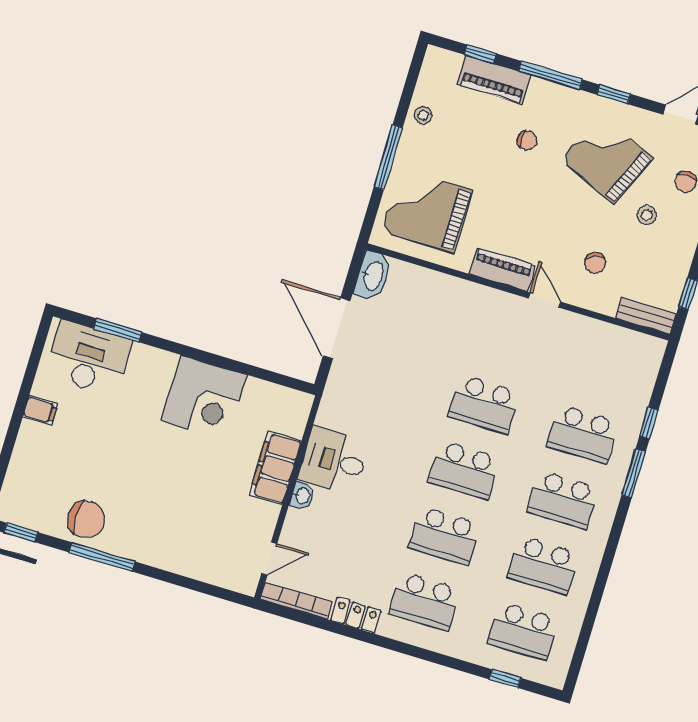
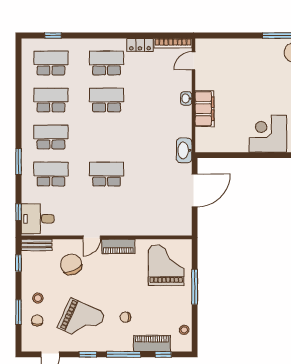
stool: (423, 115) -> (184, 330), moved
grand piano: (427, 211) -> (166, 265), turned -90
stool: (647, 215) -> (38, 298), moved
chair: (595, 263) -> (71, 264), width x1.87, depth x1.87
washbasin: (373, 276) -> (184, 150), moved
door: (544, 300) -> (92, 237), hinge flipped
door: (337, 328) -> (195, 190), hinge flipped
corner desk: (204, 398) -> (268, 134), moved
window: (649, 423) -> (19, 212), moved
desk: (334, 460) -> (38, 219), moved, turned 180
school desk: (464, 470) -> (107, 137), removed

